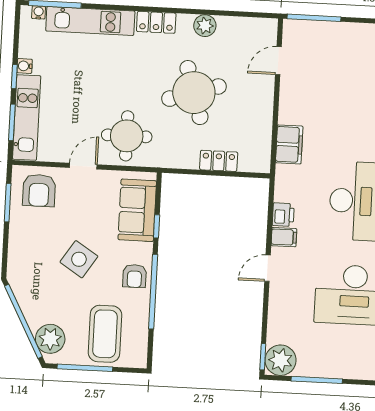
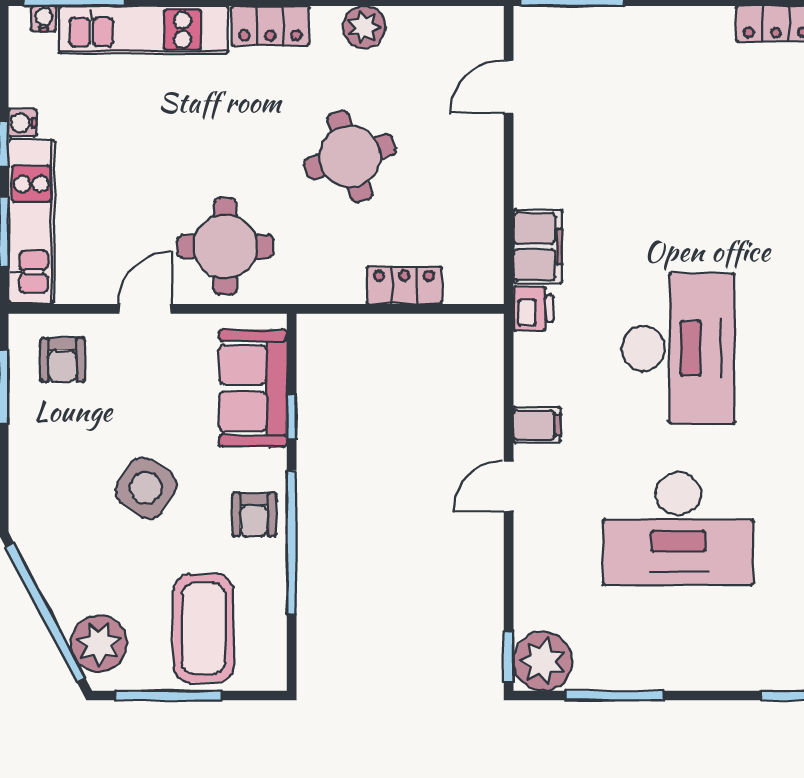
round table: (194, 93) -> (350, 157), width x0.73, depth x0.73
armchair: (39, 190) -> (62, 360), width x0.72, depth x0.72
printer: (283, 215) -> (533, 308), moved

